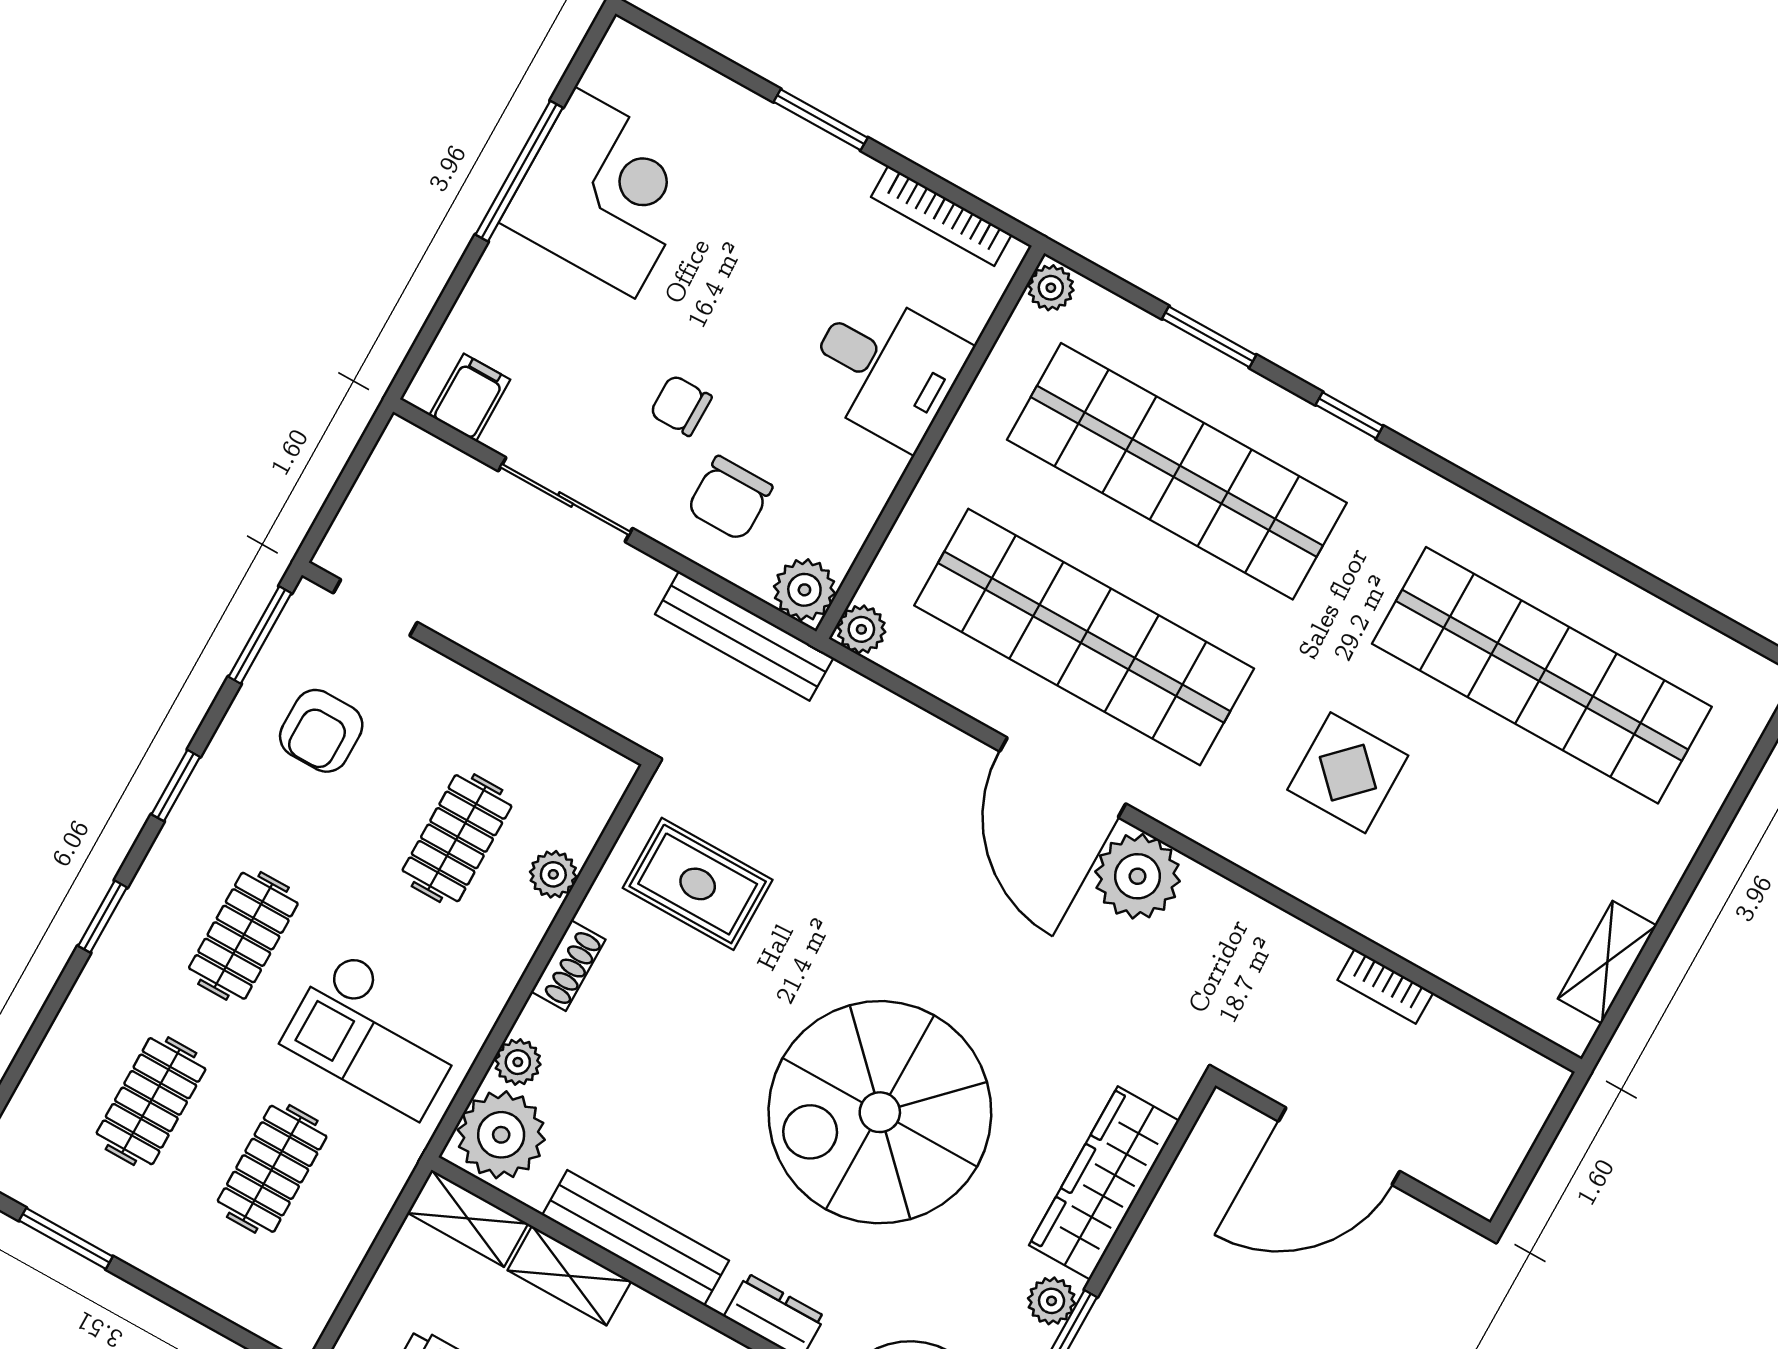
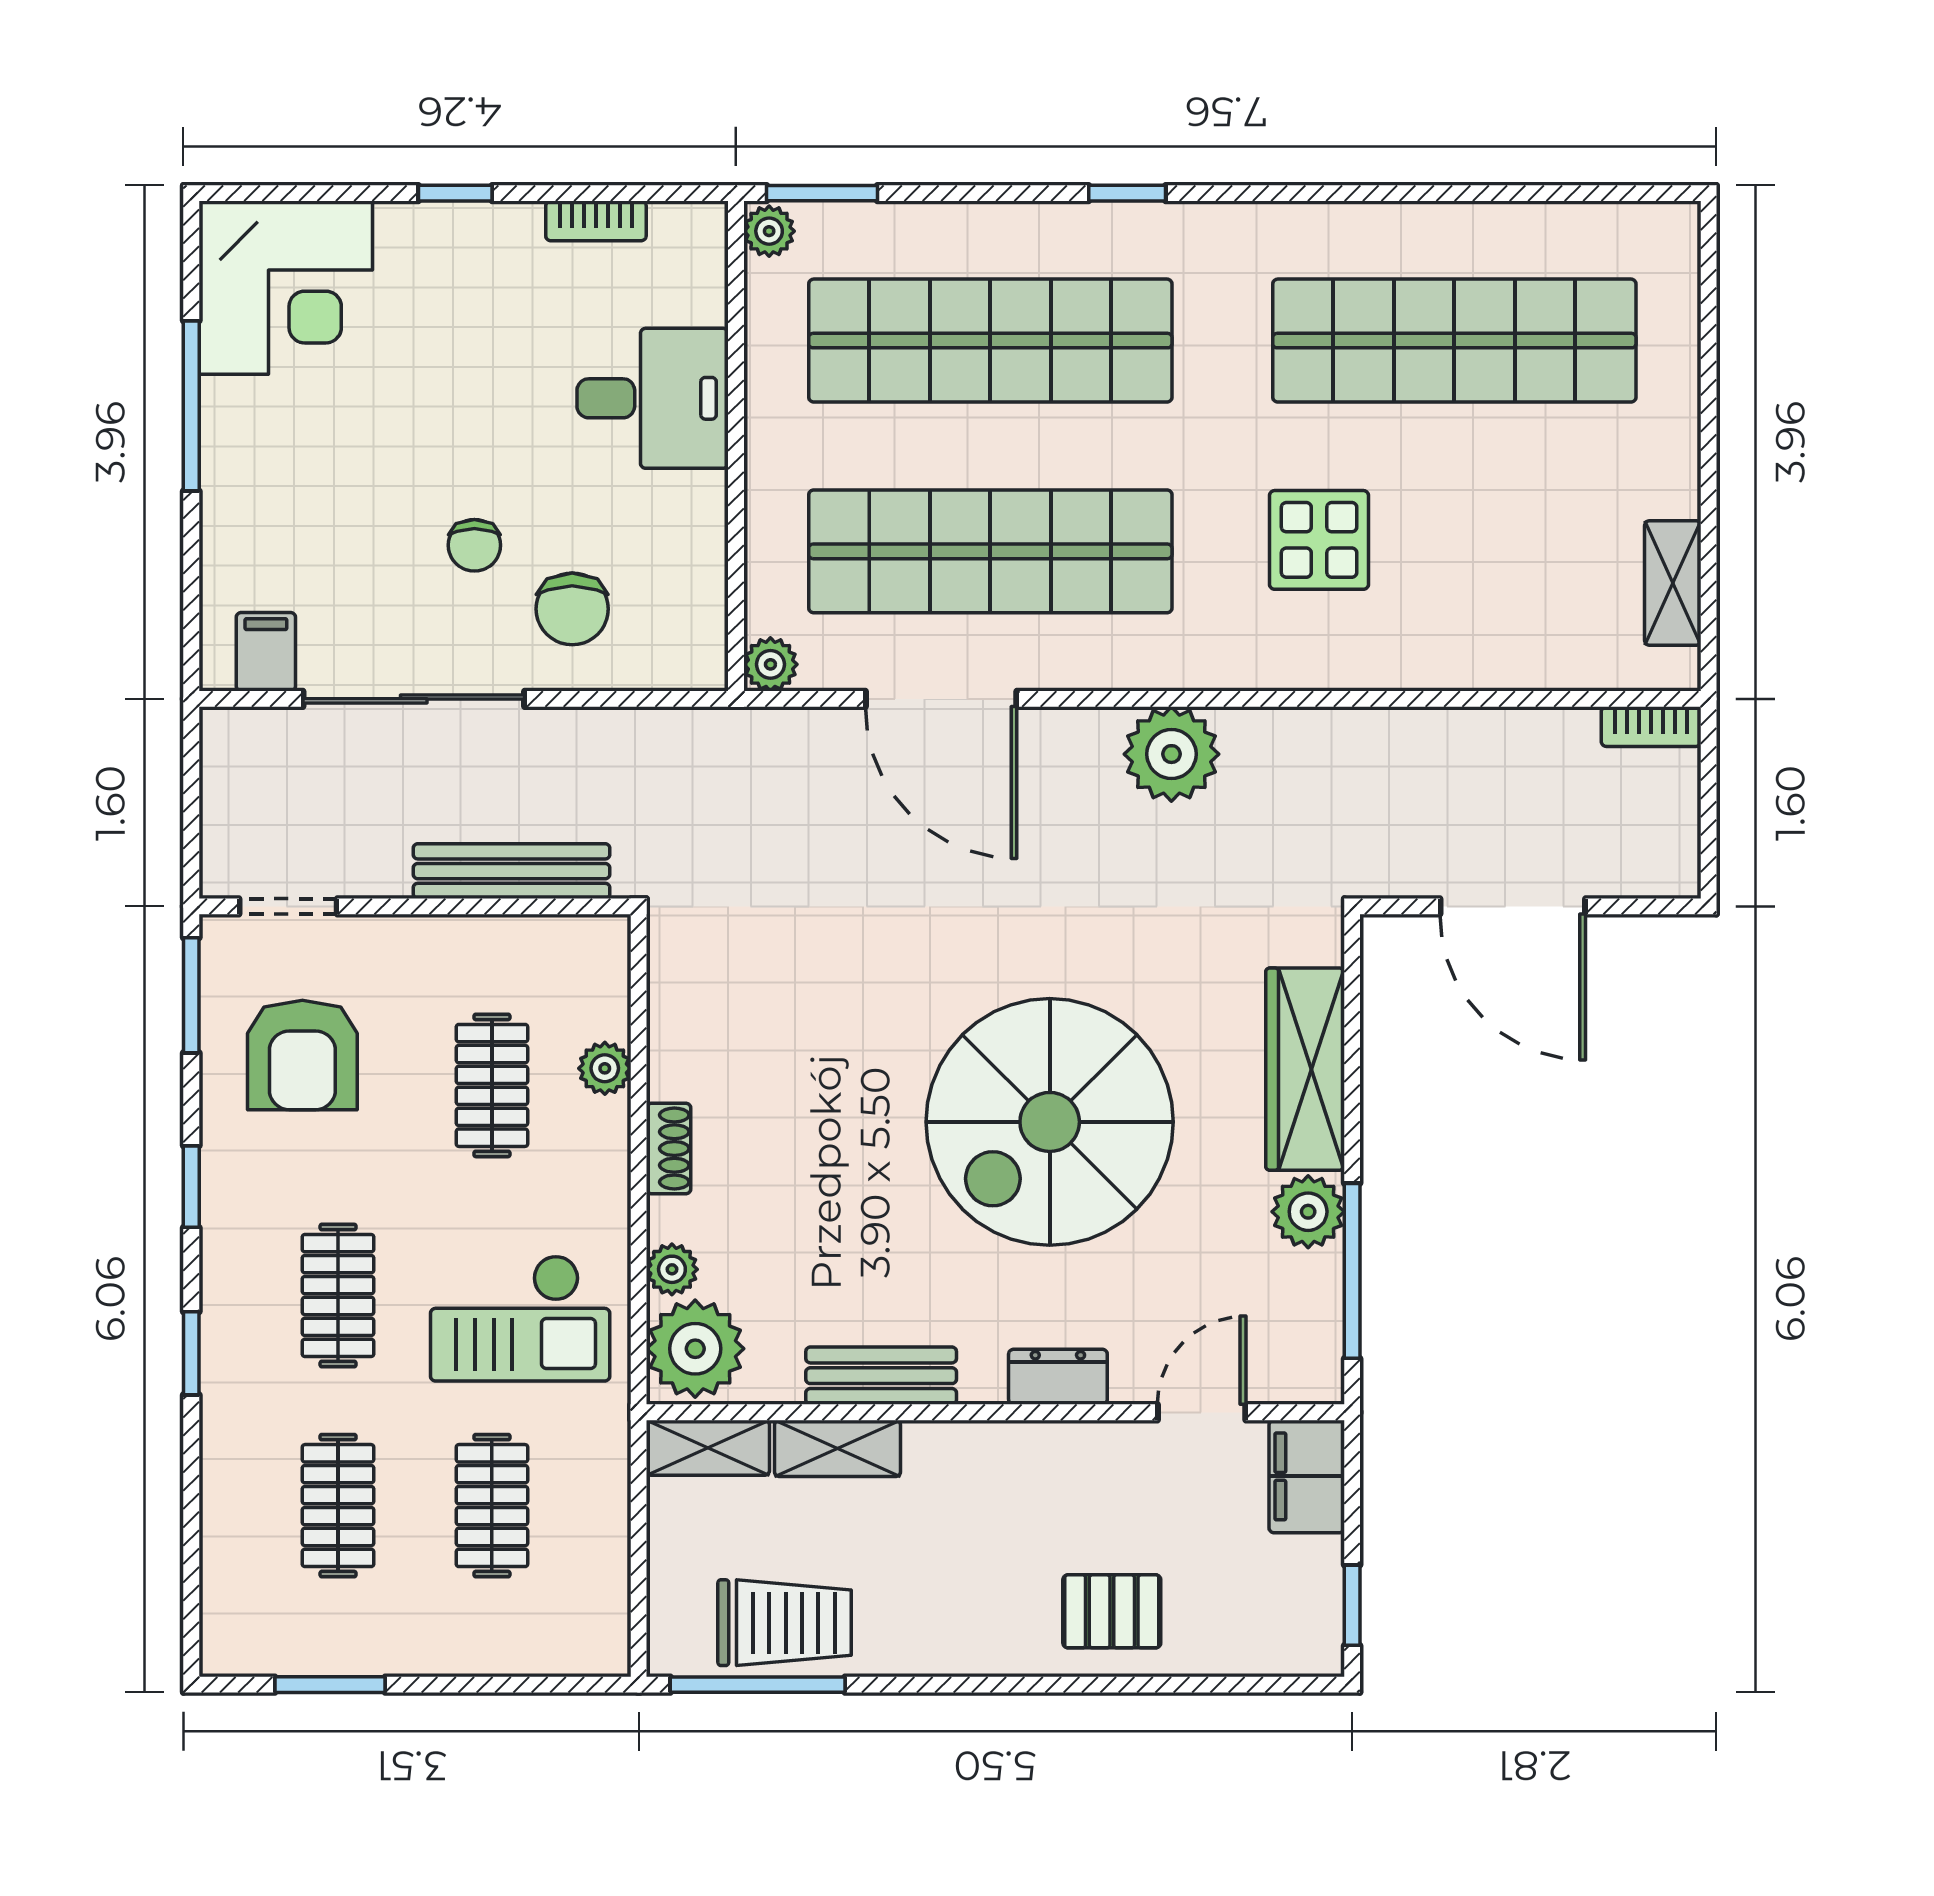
window: (821, 120) -> (455, 193), width x0.67
corner desk: (605, 193) -> (286, 288), moved, turned 90
bookcase: (941, 216) -> (596, 221), width x0.64
window: (1209, 337) -> (822, 193), moved
chair: (681, 405) -> (474, 545), turned -90
sliding door: (565, 500) -> (414, 699), width x1.37
plant: (804, 590) -> (694, 657), removed
bench: (744, 636) -> (512, 871), moved
armchair: (321, 731) -> (302, 1055), width x1.38, depth x1.38
door: (1063, 778) -> (941, 699), moved
rug: (698, 884) -> (750, 999), removed
bookcase: (1385, 986) -> (1651, 727), moved
door: (1339, 1146) -> (1513, 906), hinge flipped
bench: (636, 1238) -> (881, 1376), width x0.73
plant: (1052, 1301) -> (1308, 1212), width x1.38, depth x1.38

